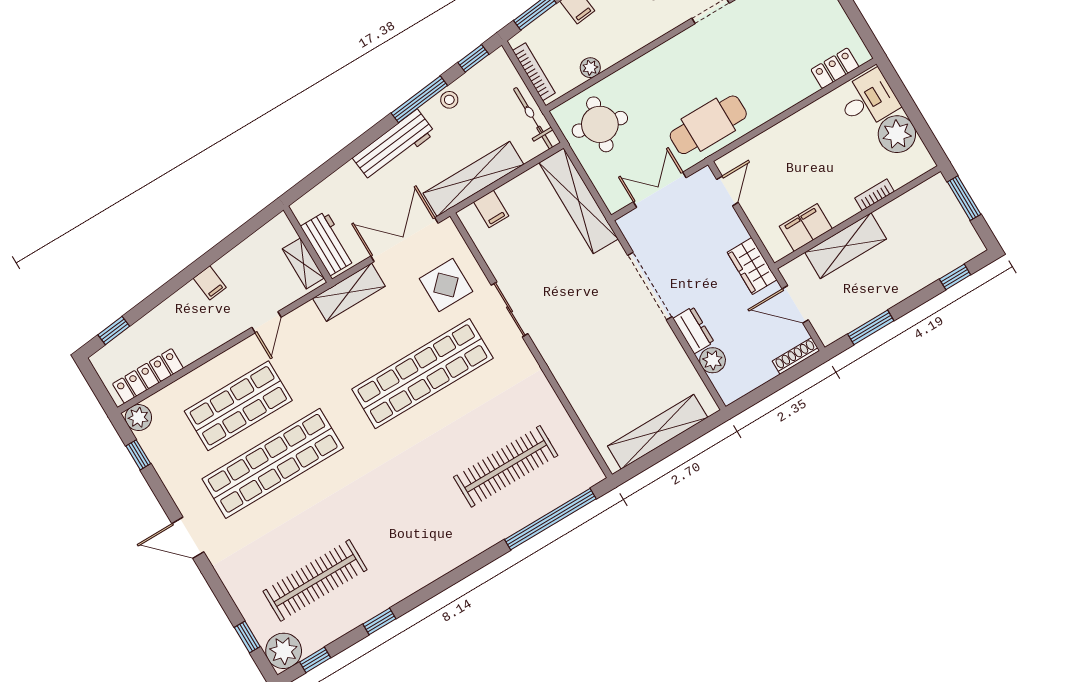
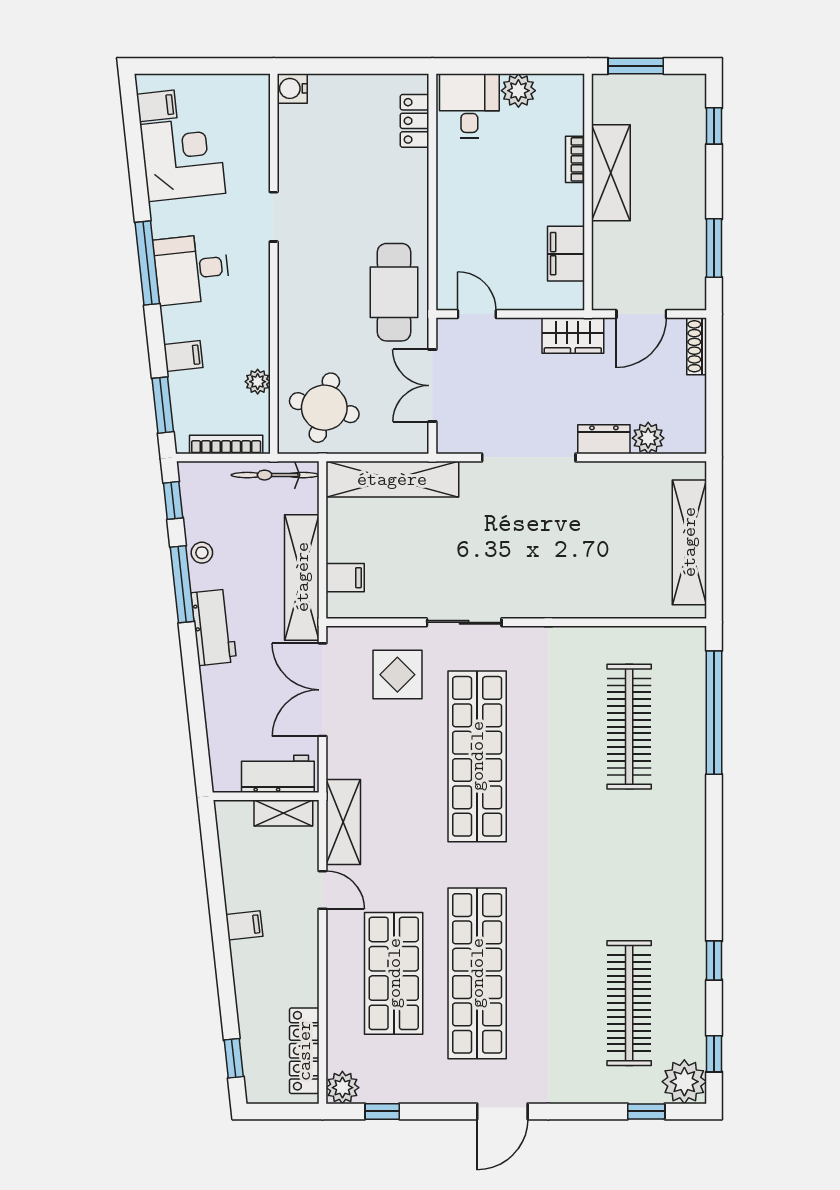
plant: (897, 134) -> (518, 91), width x0.73, depth x0.73
workbench: (394, 145) -> (214, 627), width x0.73
shelving: (846, 246) -> (611, 173), moved
shelving: (349, 292) -> (343, 822), moved

